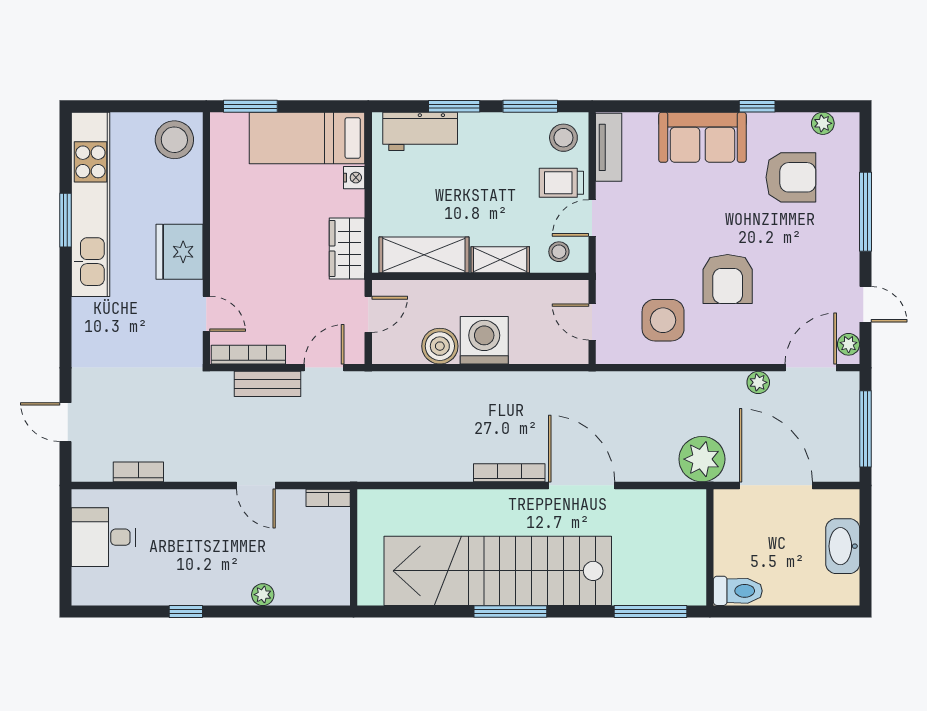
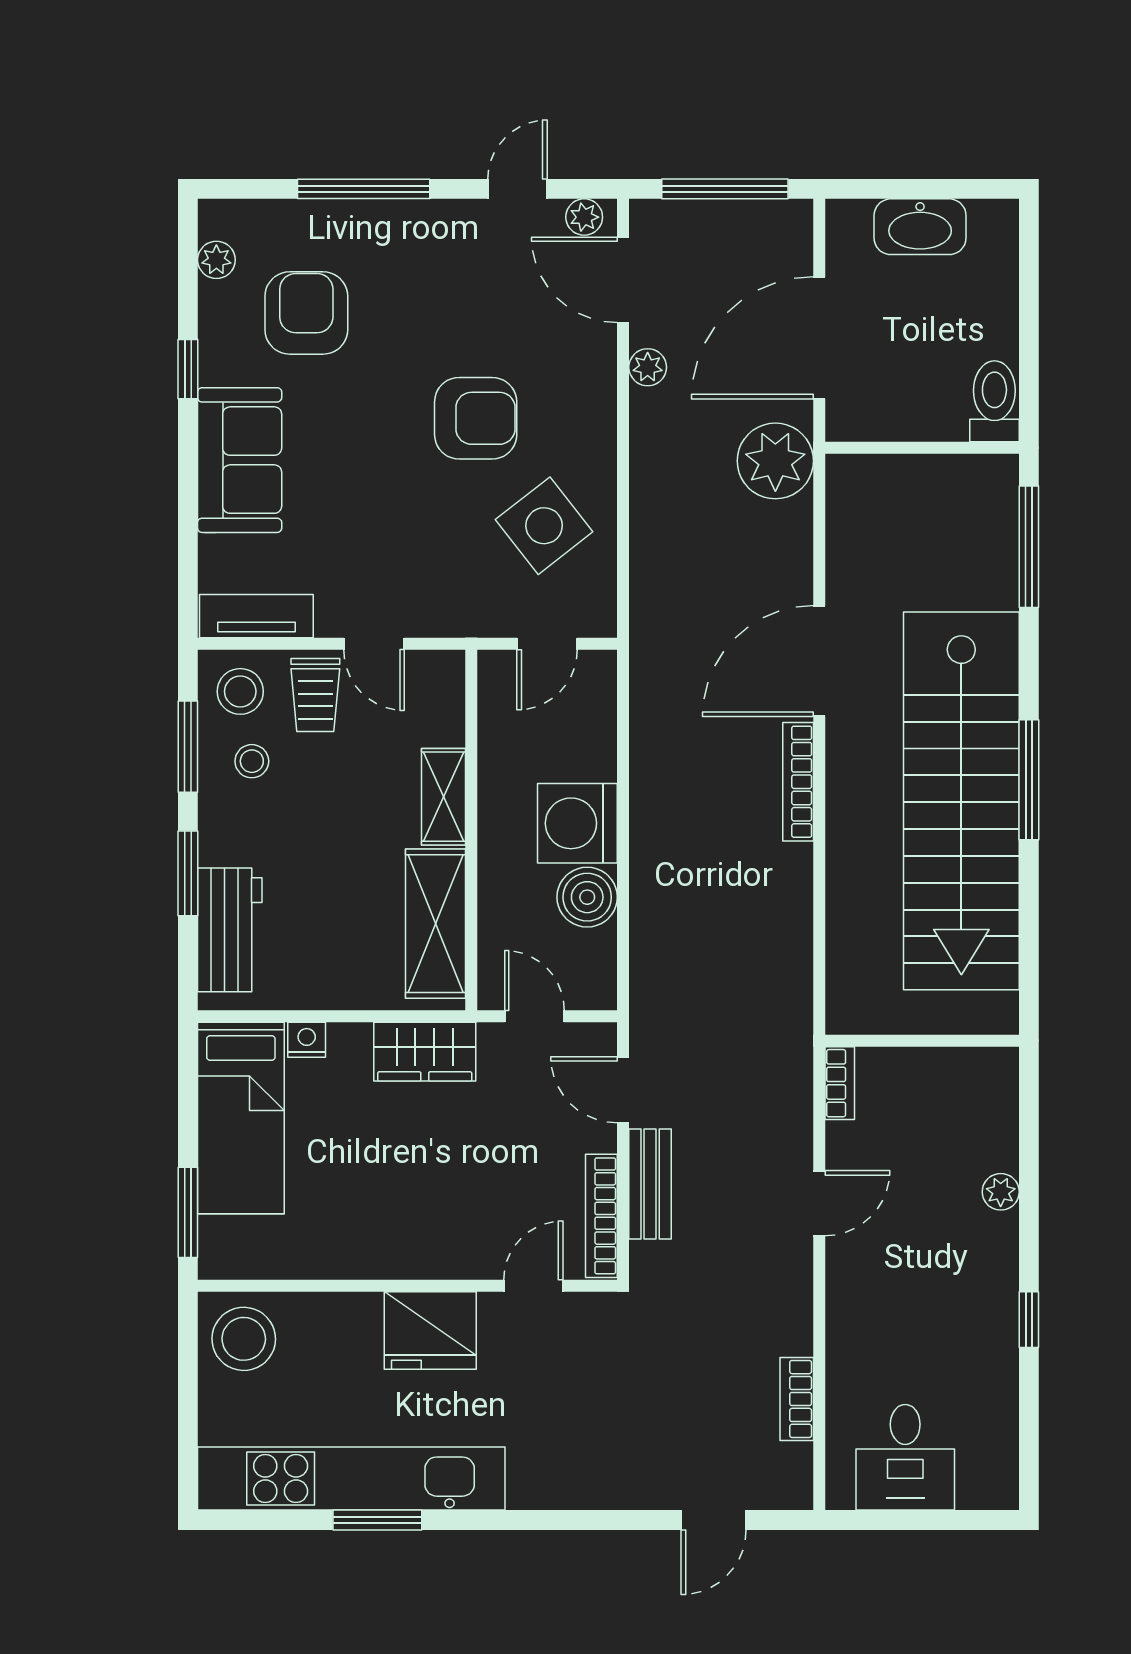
stool: (559, 252) -> (252, 761), moved
side table: (663, 320) -> (544, 526), turned -38

